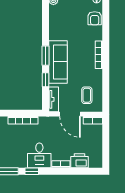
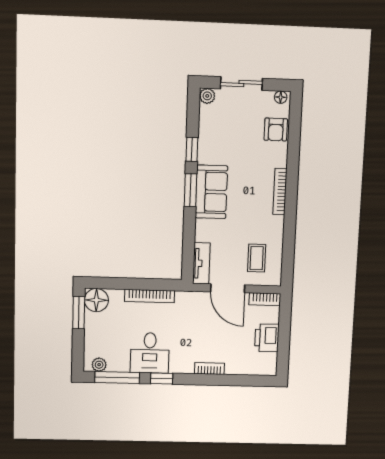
sofa: (58, 62) -> (211, 192), width x0.73
window: (45, 80) -> (192, 149), moved
desk: (39, 155) -> (150, 353), moved
printer: (80, 161) -> (267, 338), moved, turned -90

